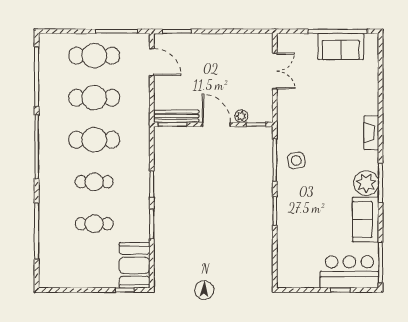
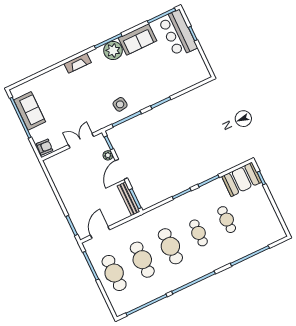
armchair: (288, 44) -> (45, 147), added
double door: (275, 71) -> (81, 141), moved

